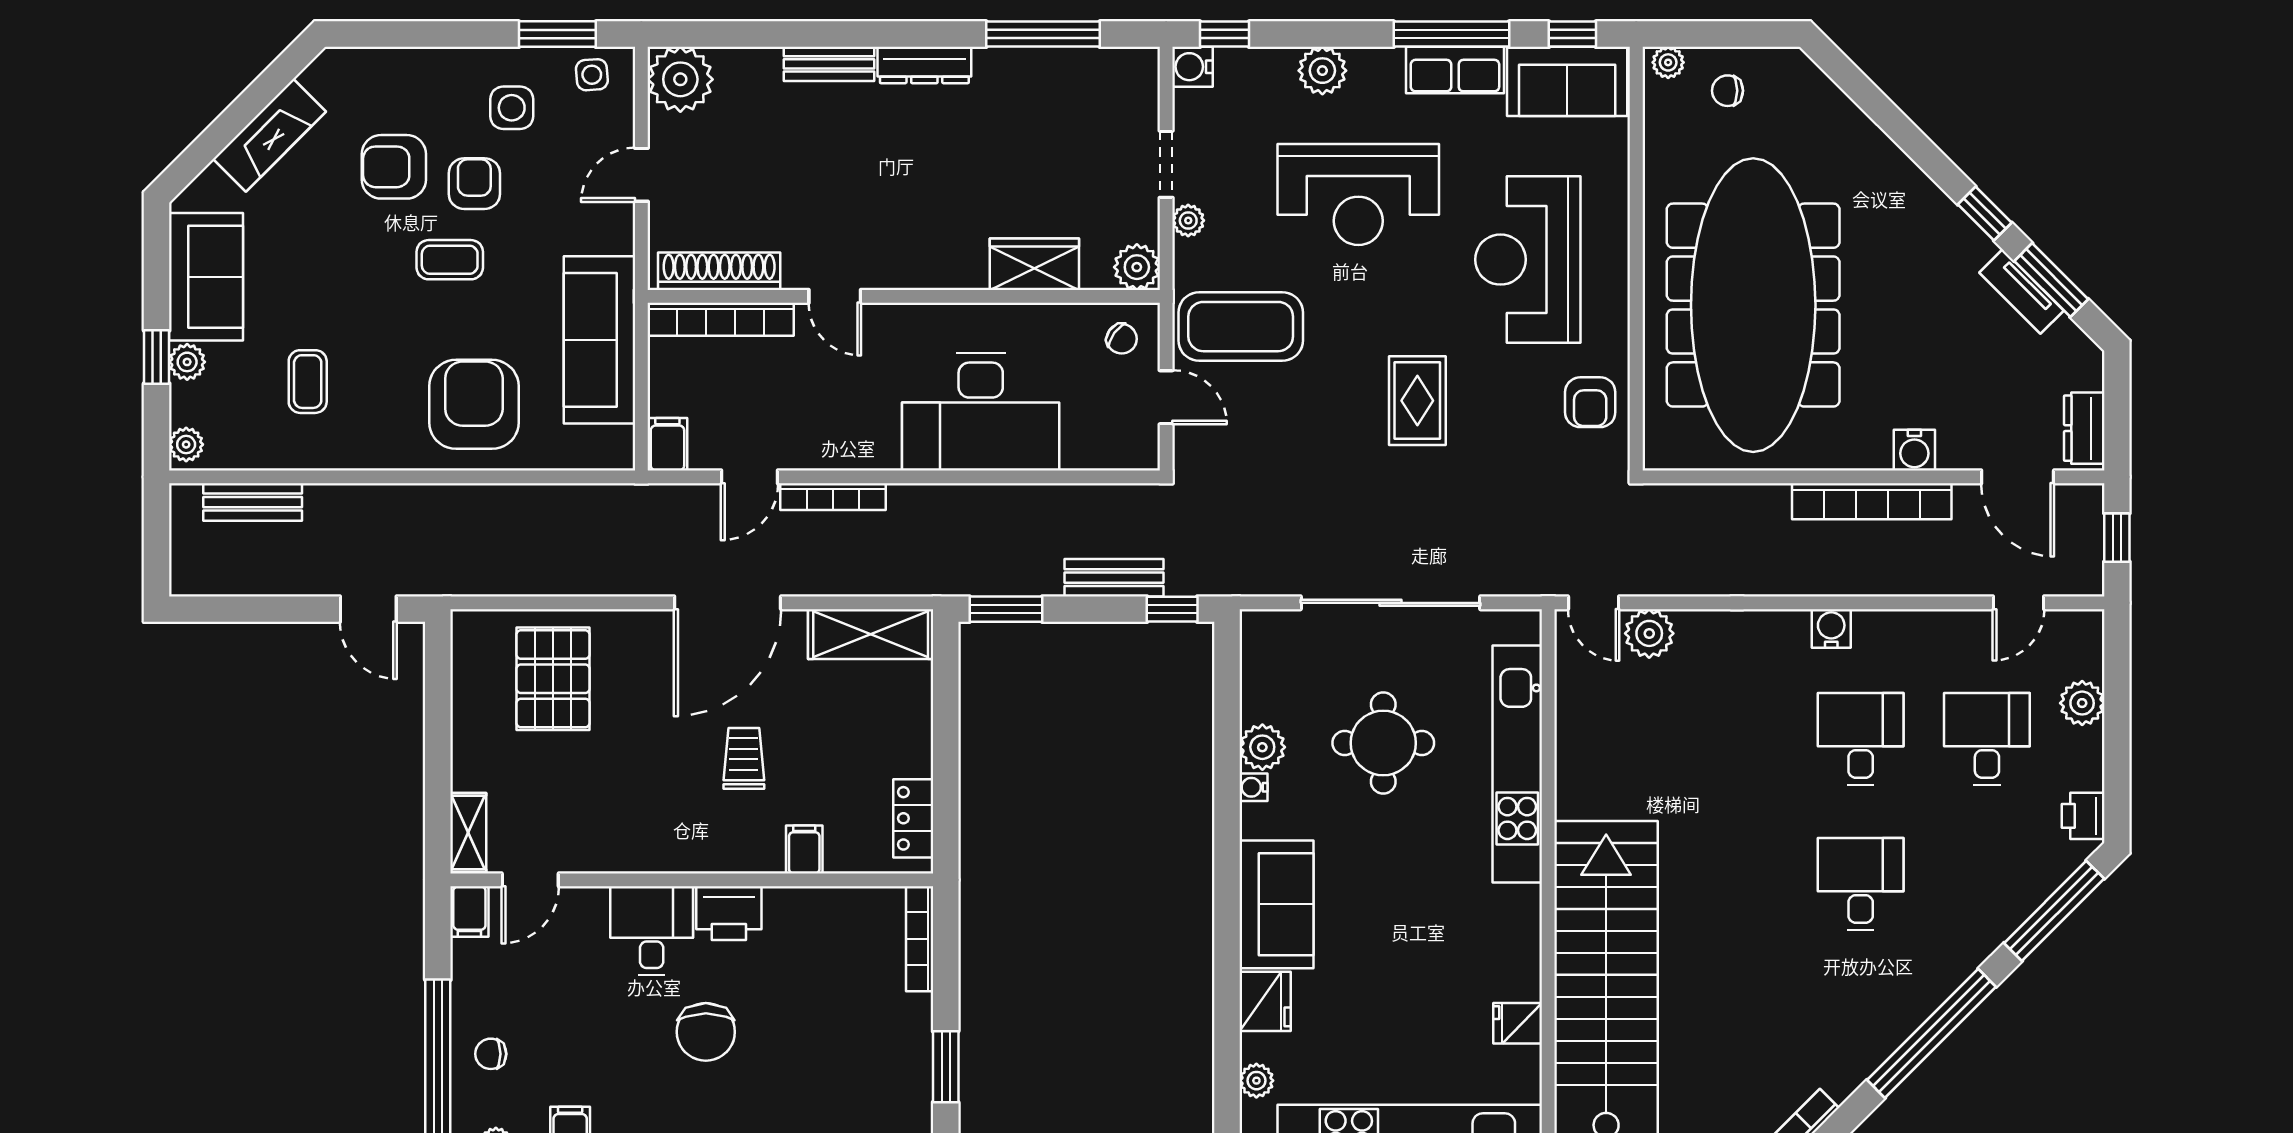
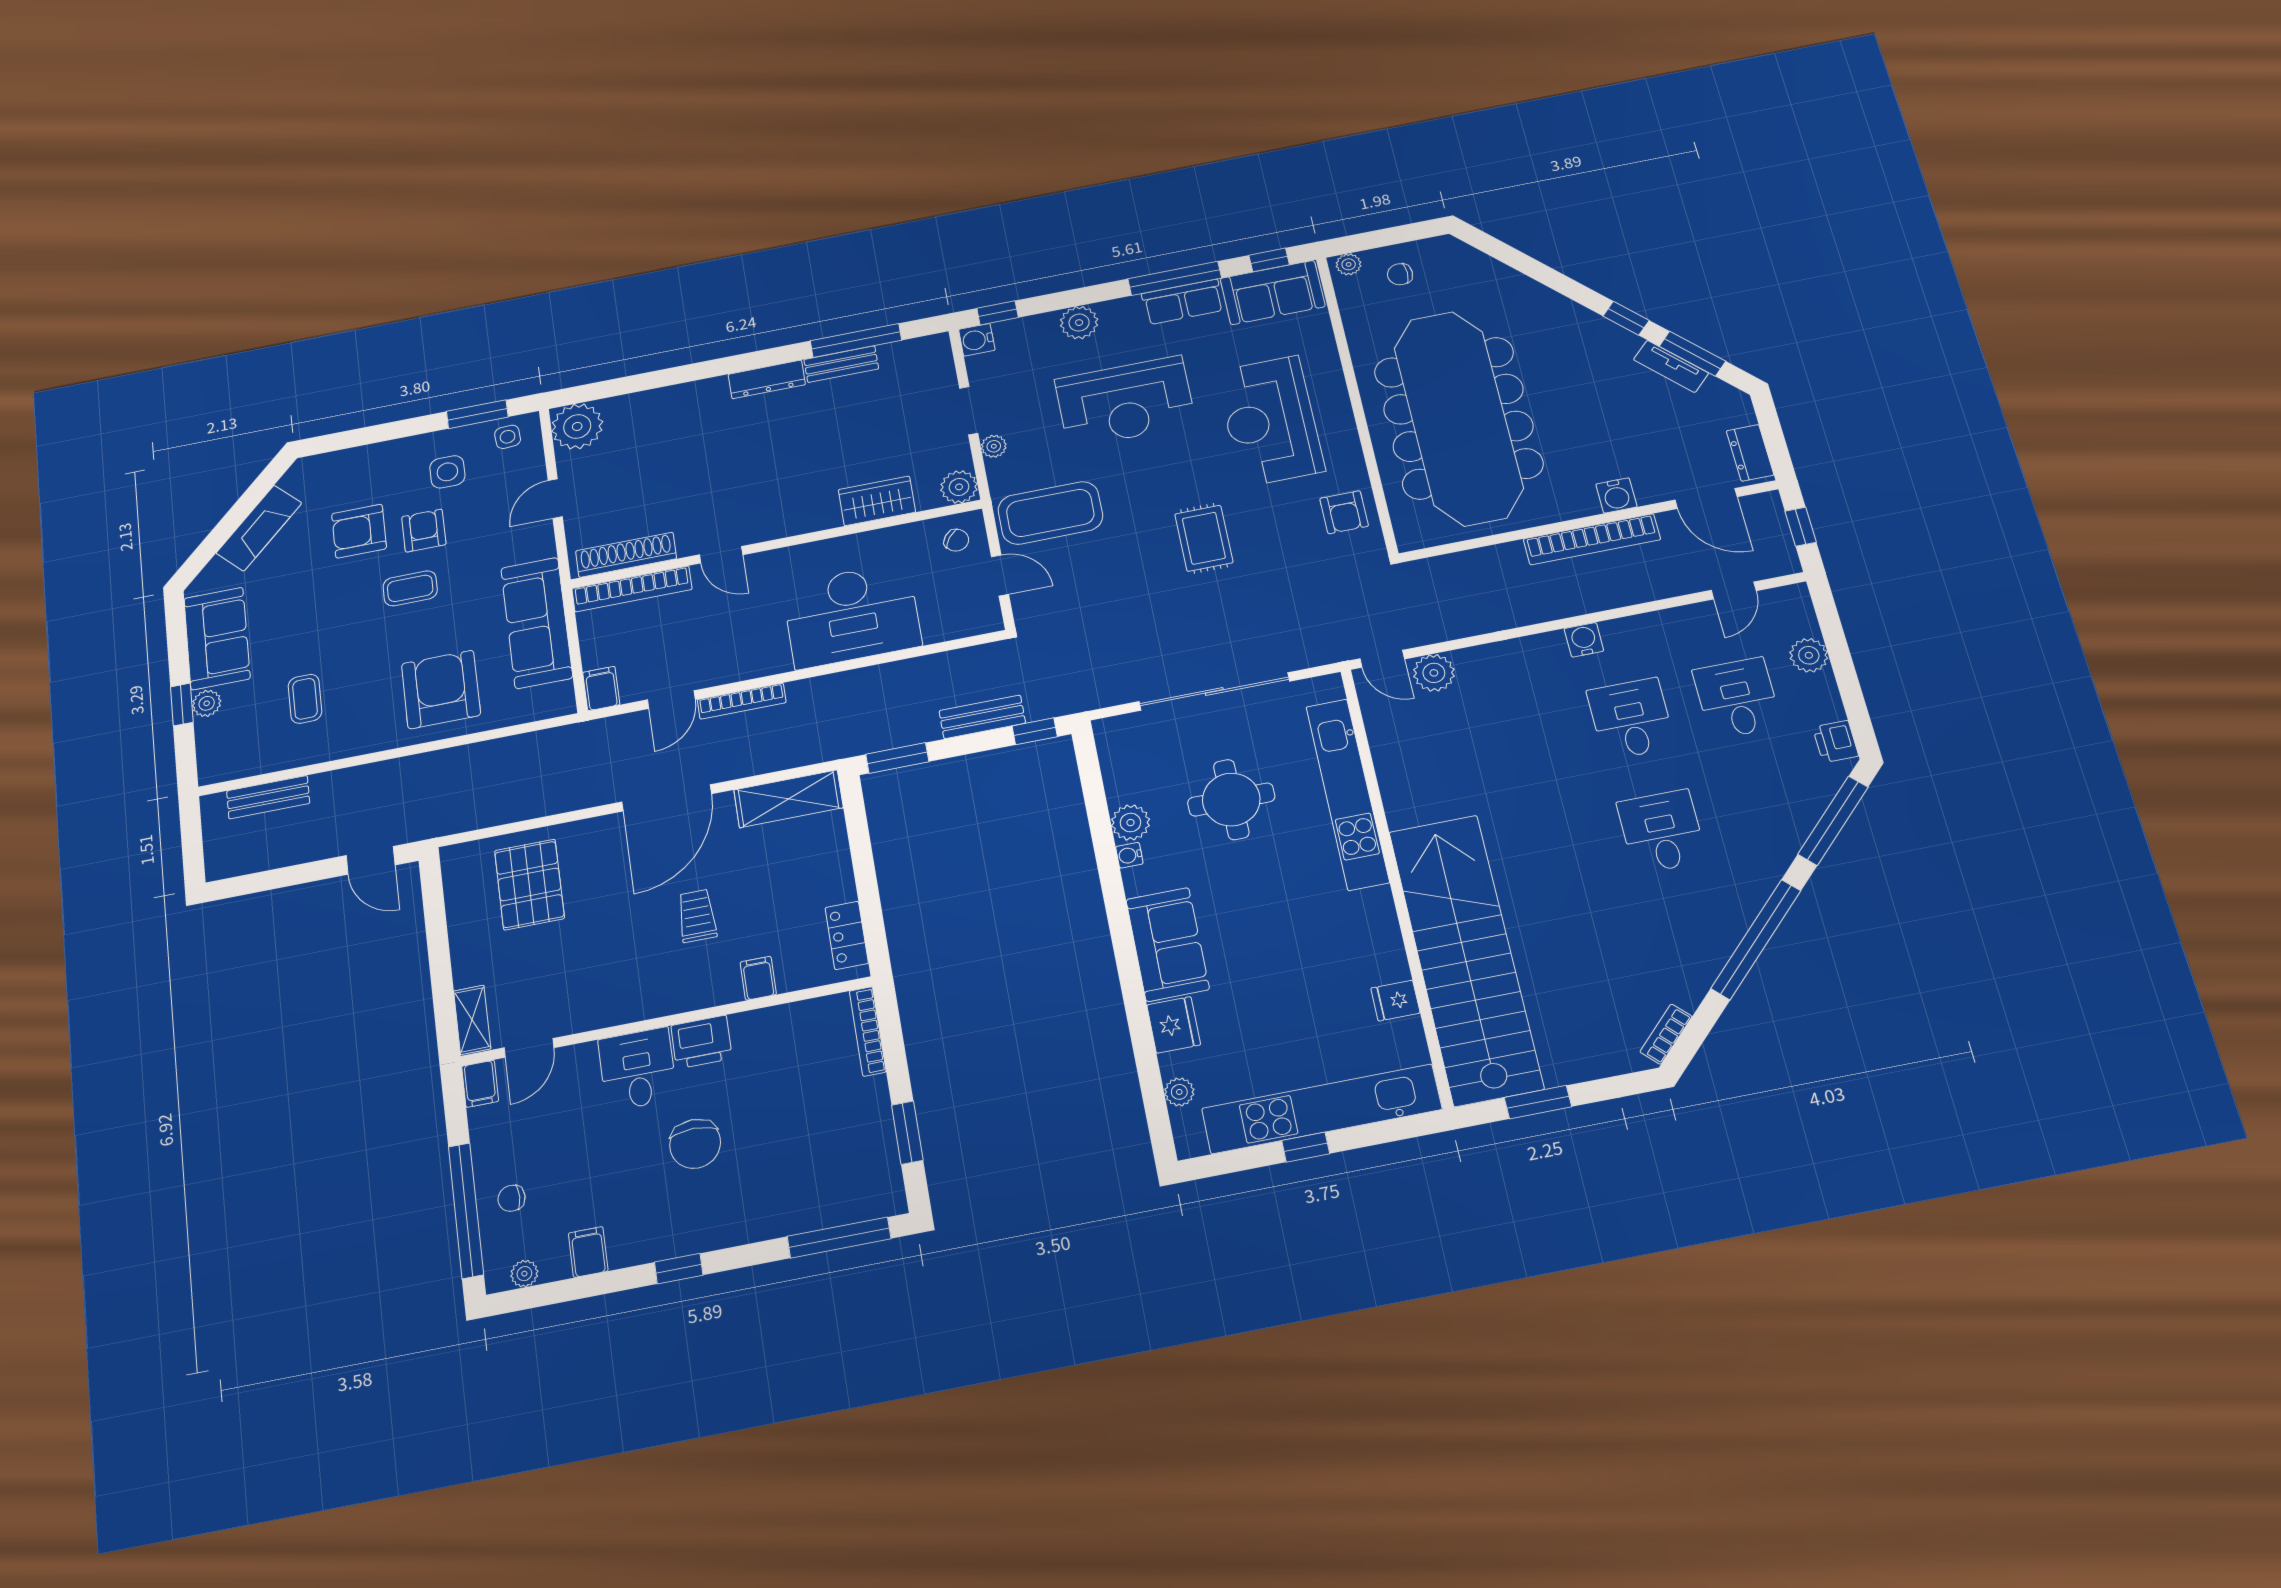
bench: (829, 64) -> (841, 364), moved
plant: (186, 445) -> (211, 765), removed

